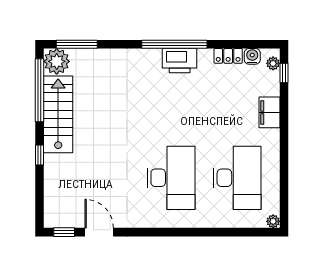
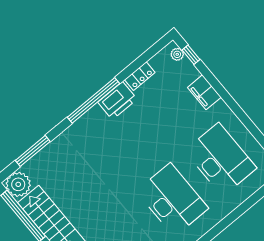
window: (77, 44) -> (33, 151), moved
water cooler: (252, 56) -> (158, 62), removed
printer: (180, 61) -> (117, 101), moved

